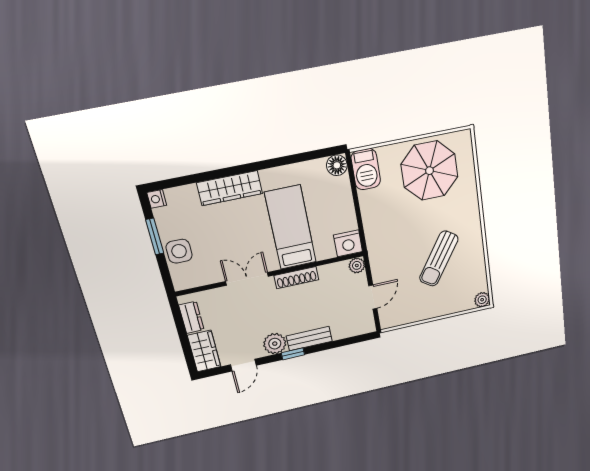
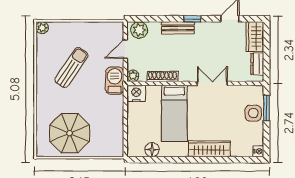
floor lamp: (337, 165) -> (152, 150), moved
barbecue: (366, 169) -> (115, 81), moved
window: (155, 237) -> (266, 108), moved
shoe rack: (296, 278) -> (162, 76), moved
double door: (247, 279) -> (212, 83), swing flipped
plant: (275, 344) -> (139, 30), moved

